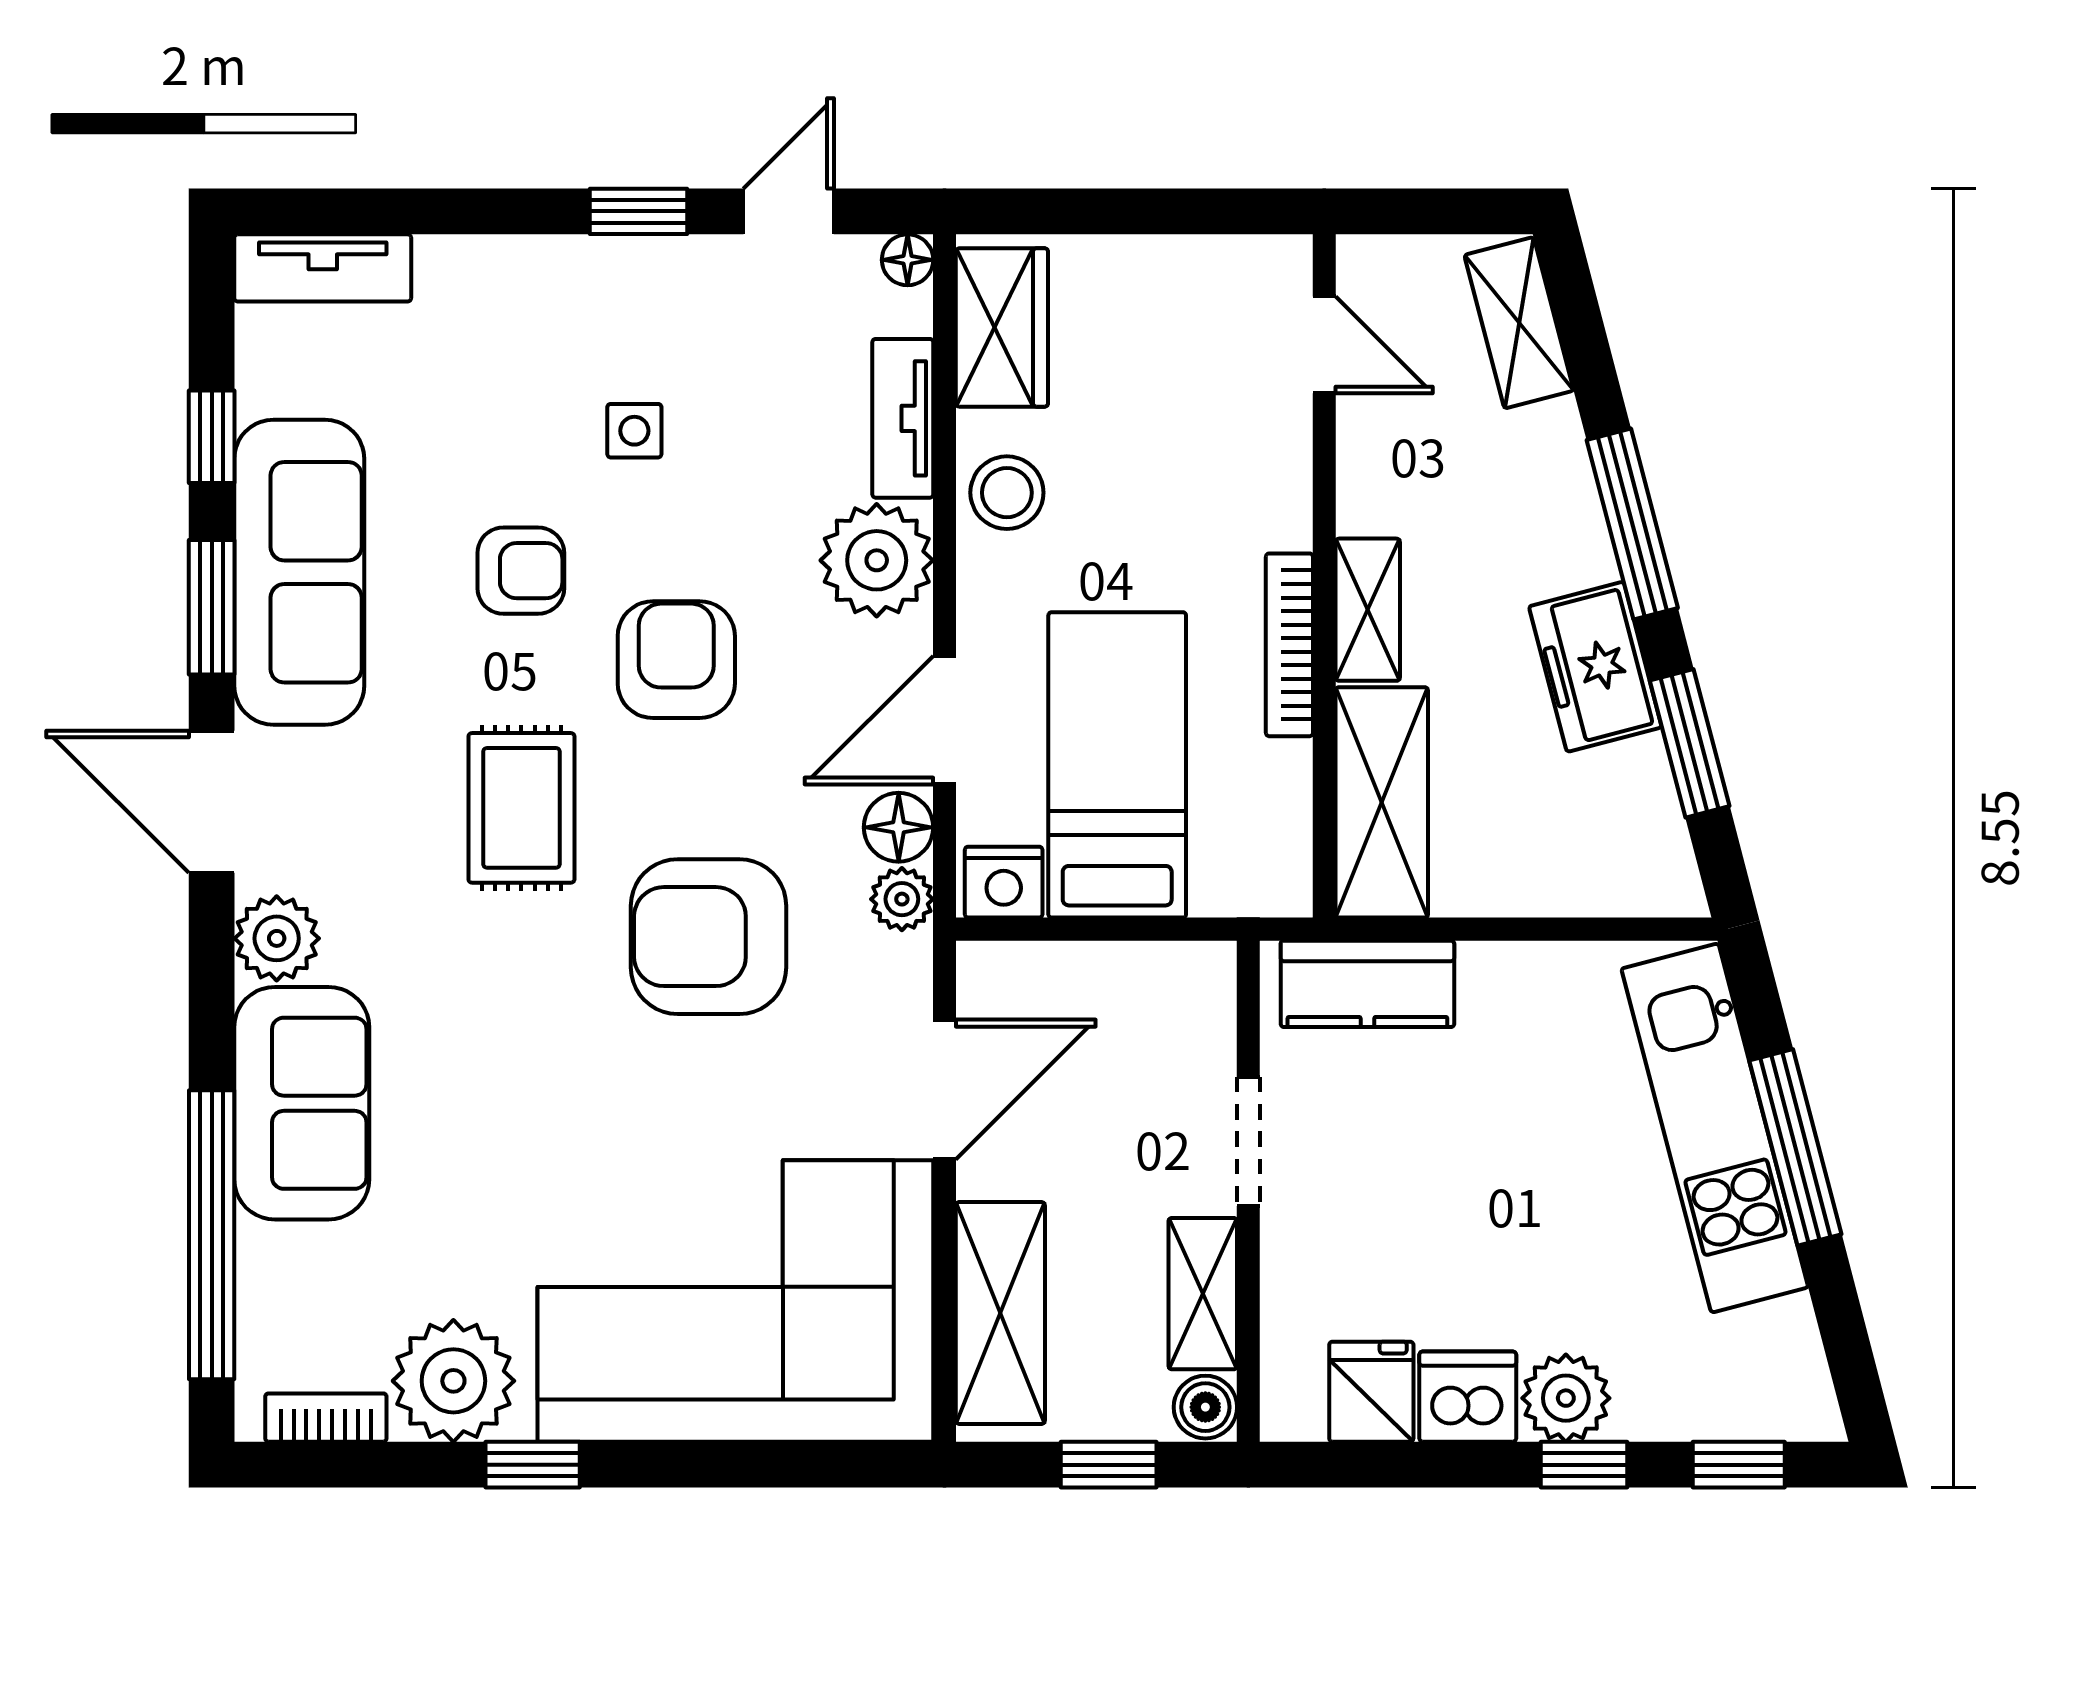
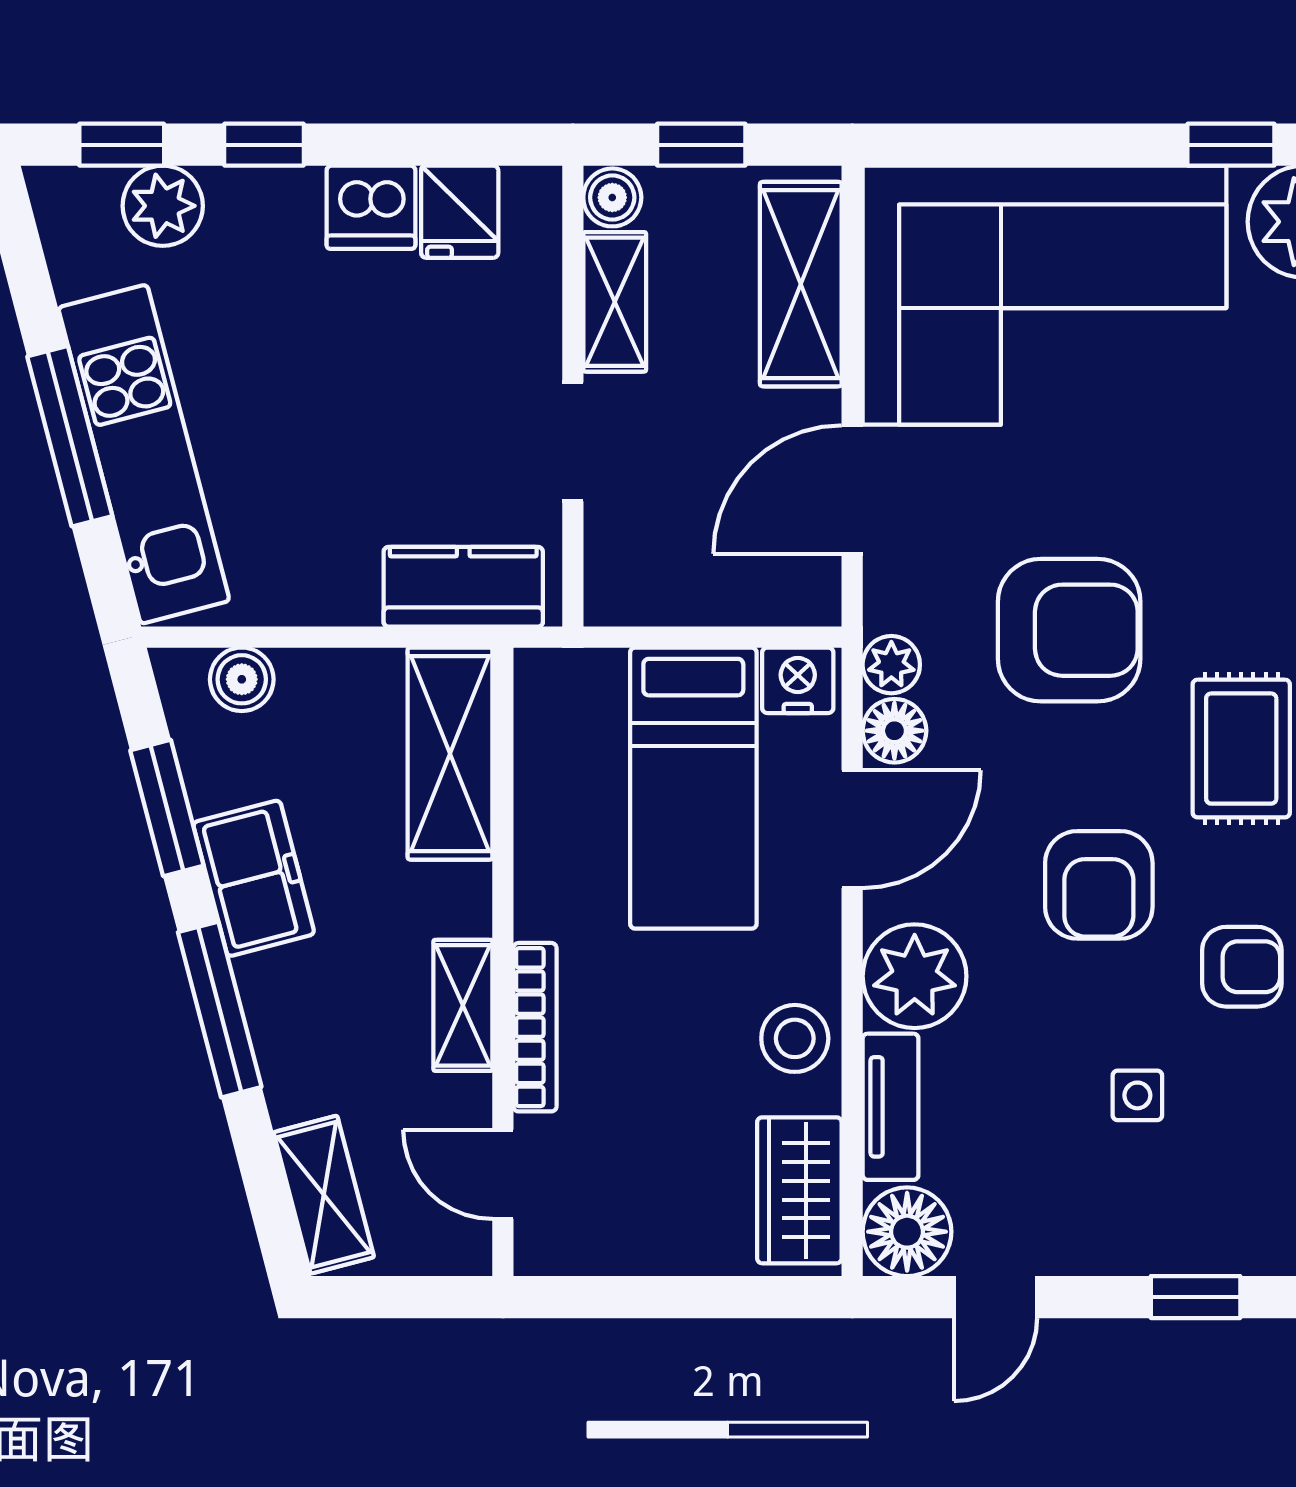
window: (639, 211) -> (1196, 1297), moved
floor lamp: (908, 260) -> (907, 1232), width x1.89, depth x1.89
armchair: (521, 571) -> (1242, 967), turned 180
shelving: (1368, 610) -> (463, 1005), moved
bookcase: (1289, 645) -> (535, 1027), moved
boiler: (1608, 883) -> (242, 679), added
plant: (1566, 1398) -> (163, 206), moved

